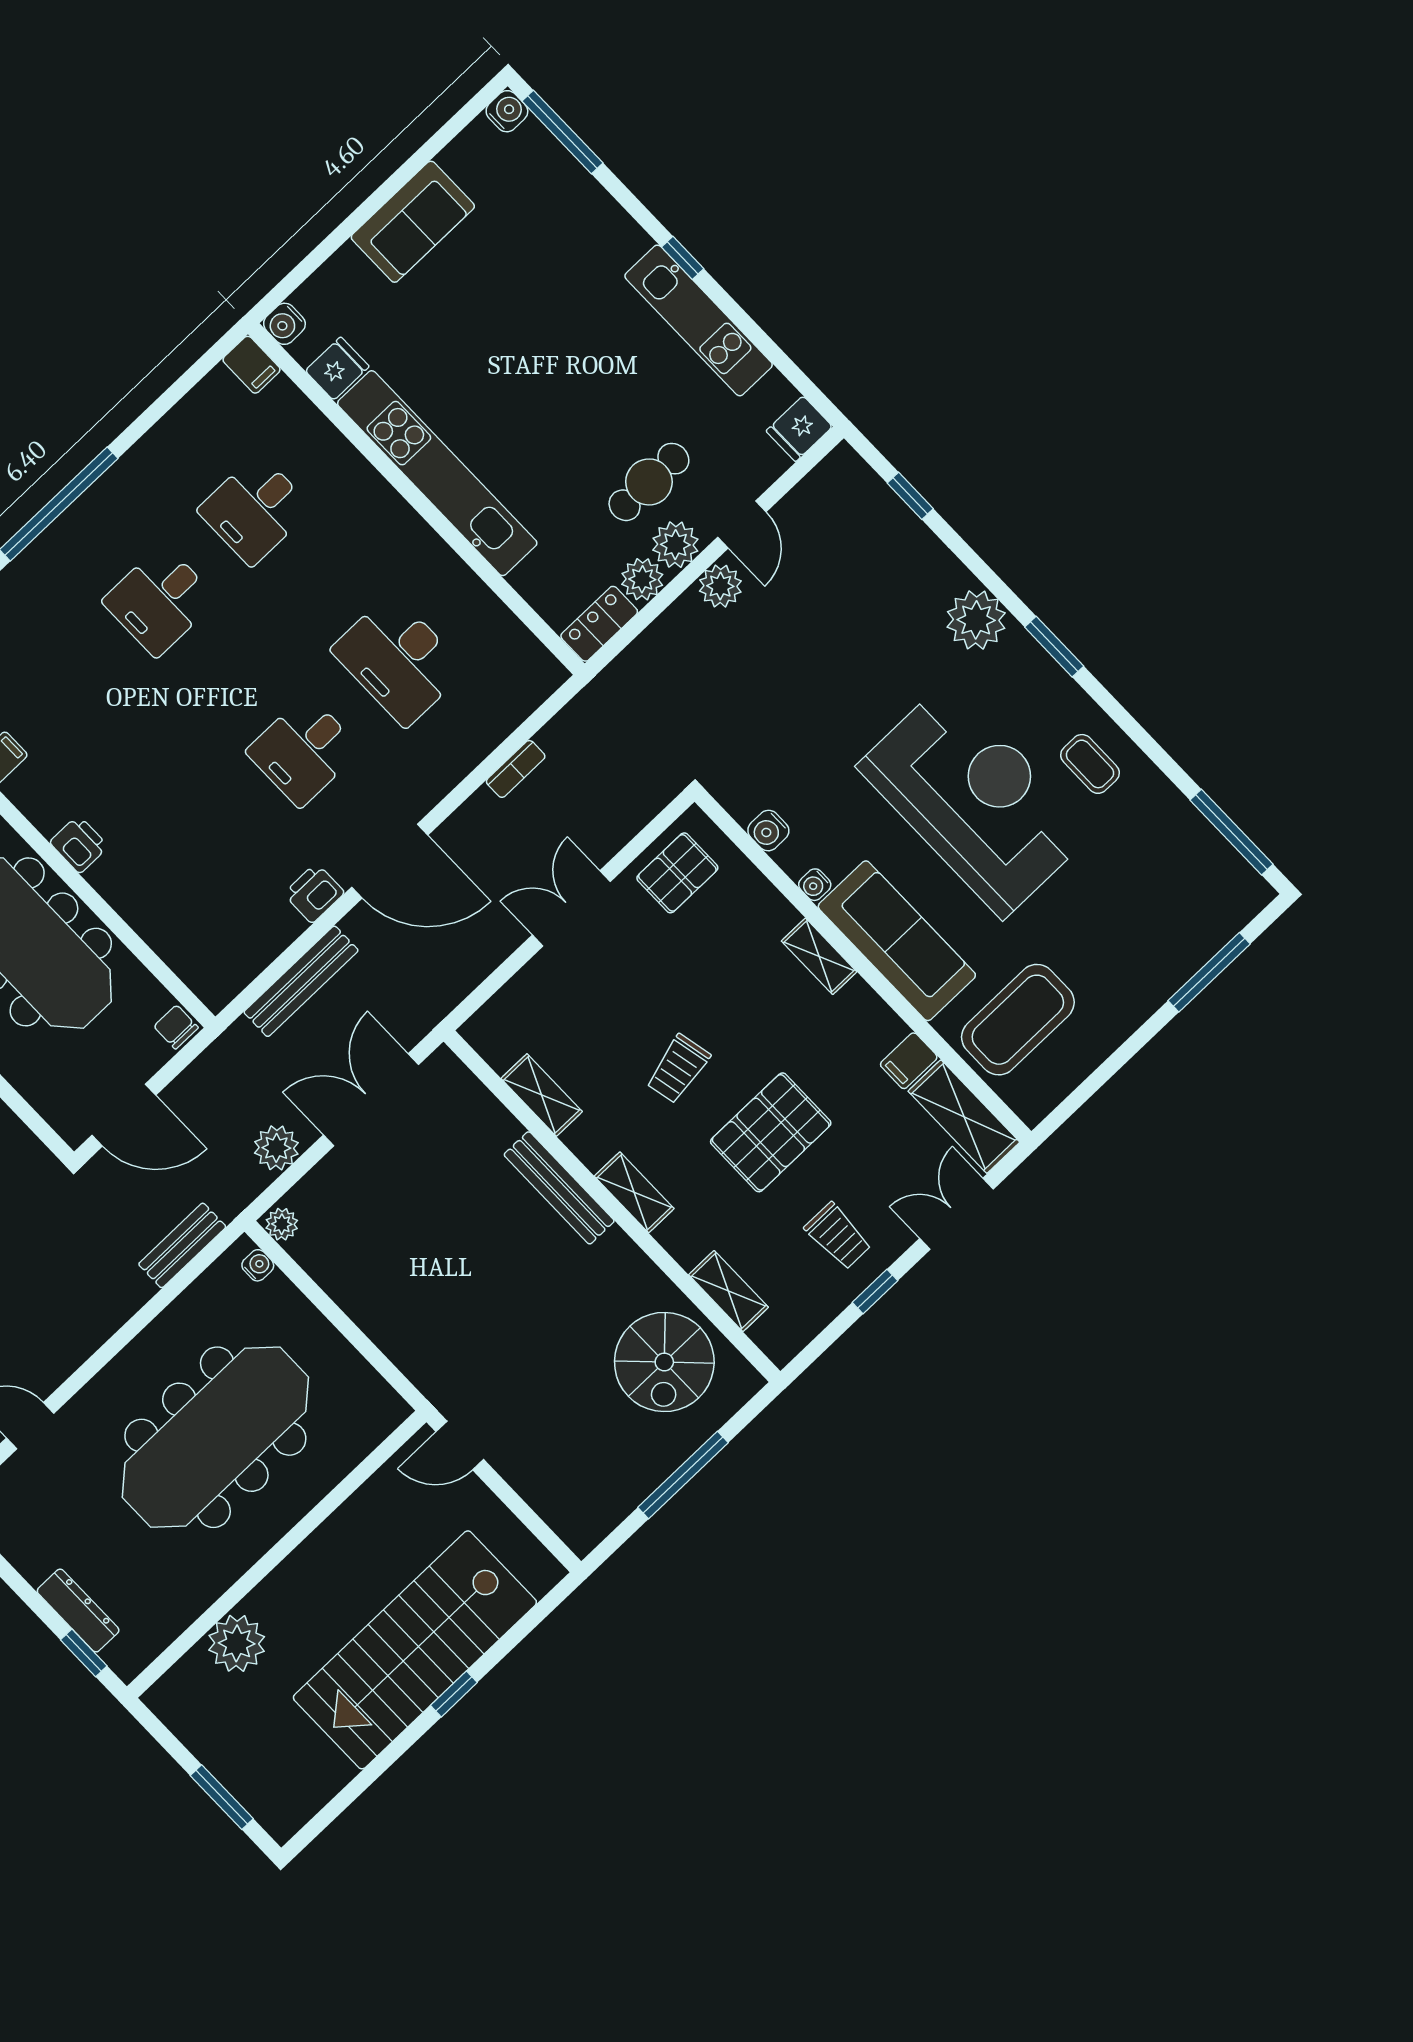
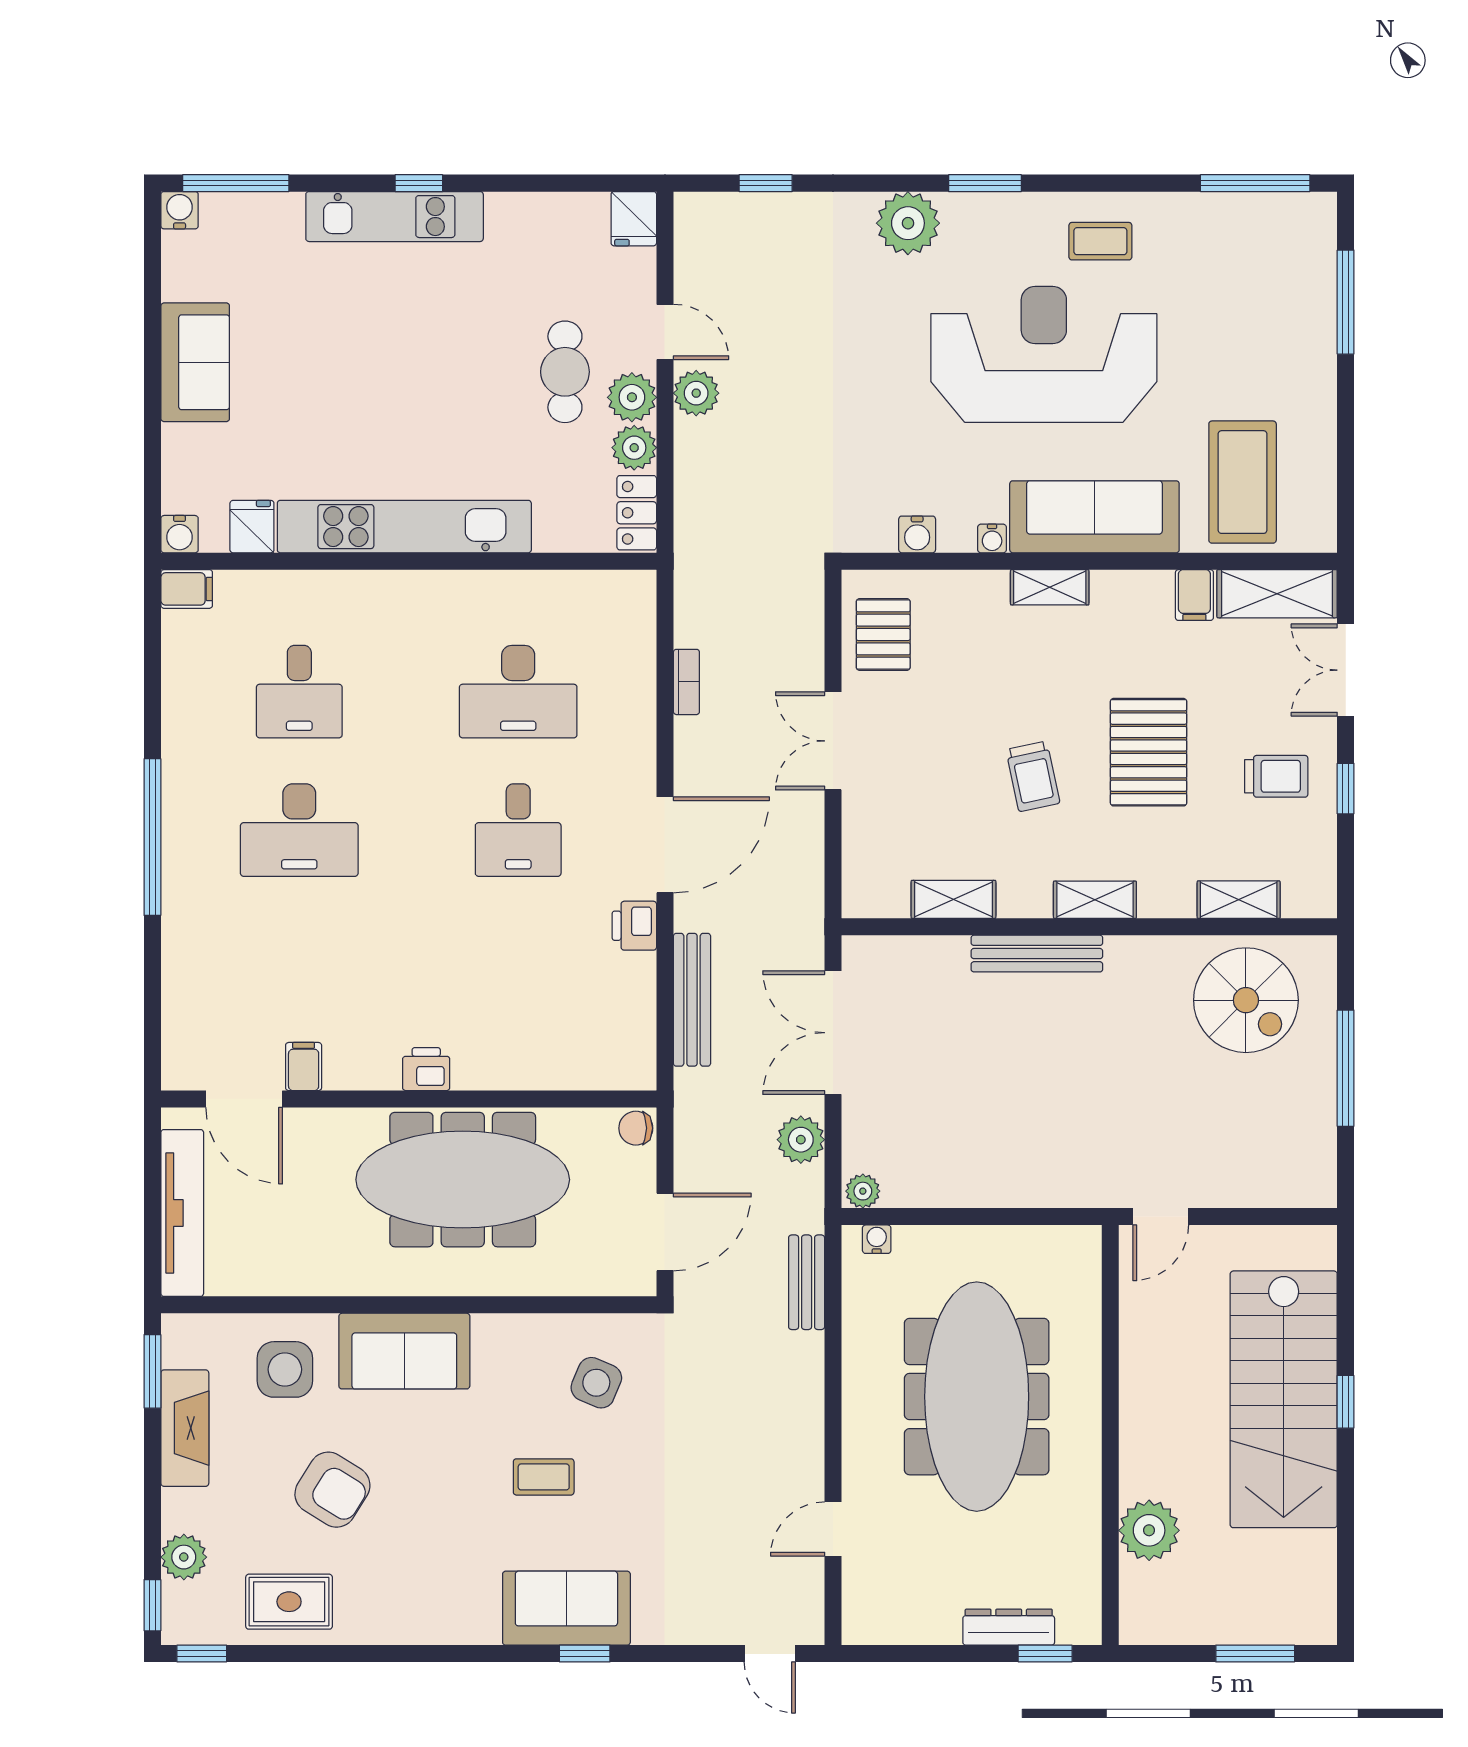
kitchen unit: (699, 320) -> (395, 217), moved
desk: (160, 600) -> (299, 830), width x1.37

